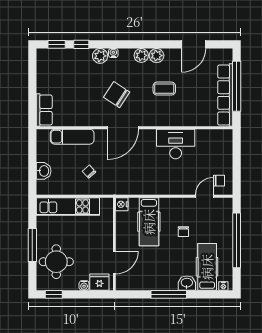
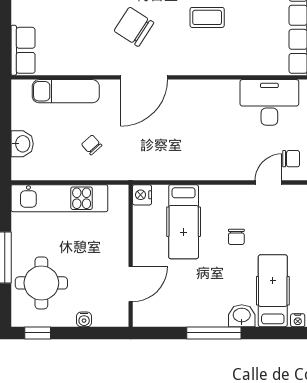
desk: (176, 144) -> (269, 102), moved
fridge: (99, 282) -> (108, 314), removed

